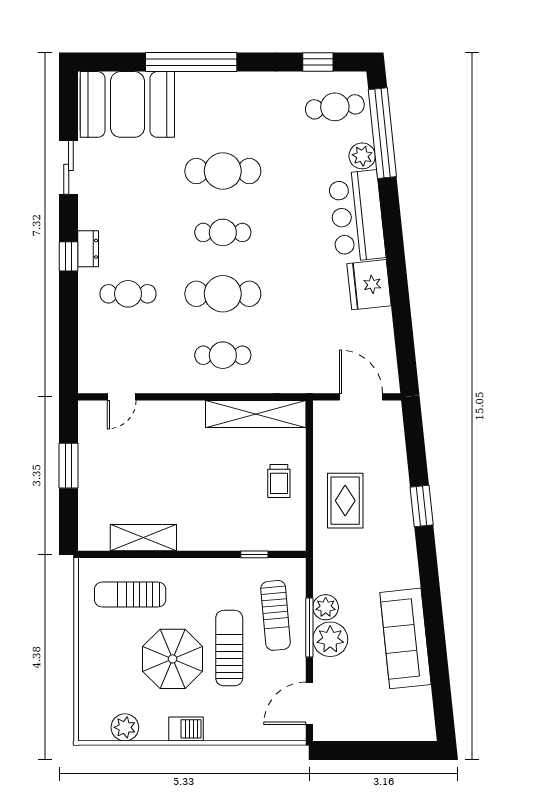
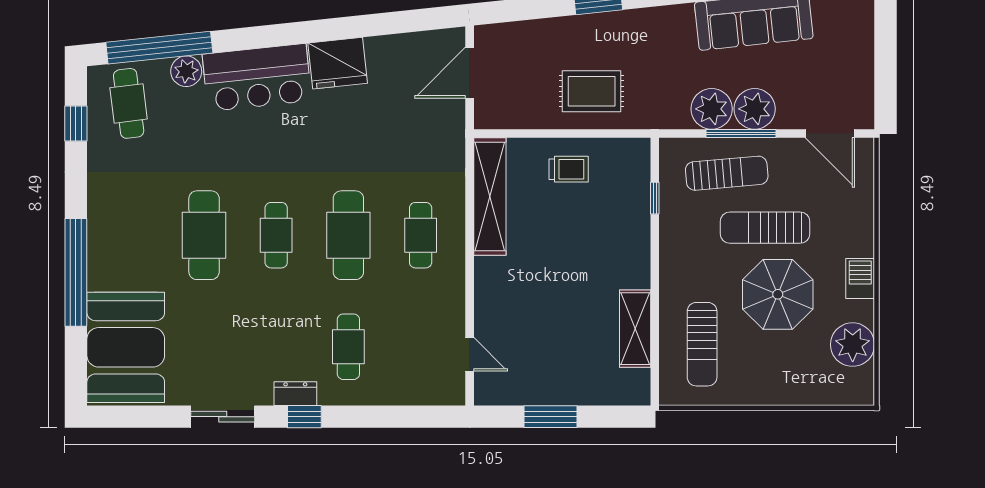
sliding door: (69, 167) -> (223, 417), moved
plant: (326, 607) -> (712, 109), width x1.36, depth x1.36
plant: (125, 727) -> (853, 345), width x1.36, depth x1.36

